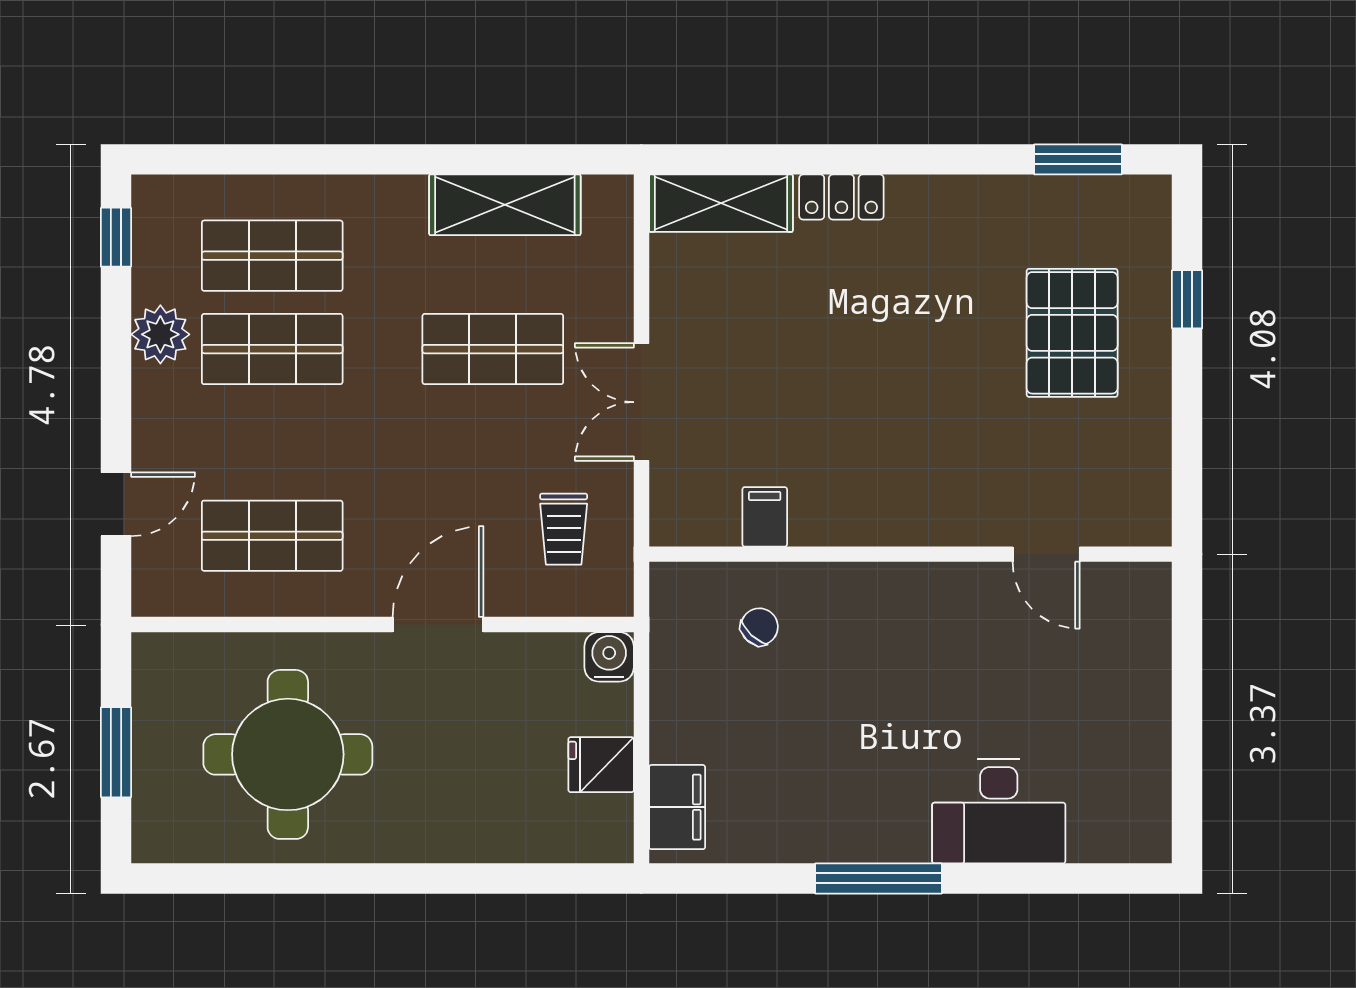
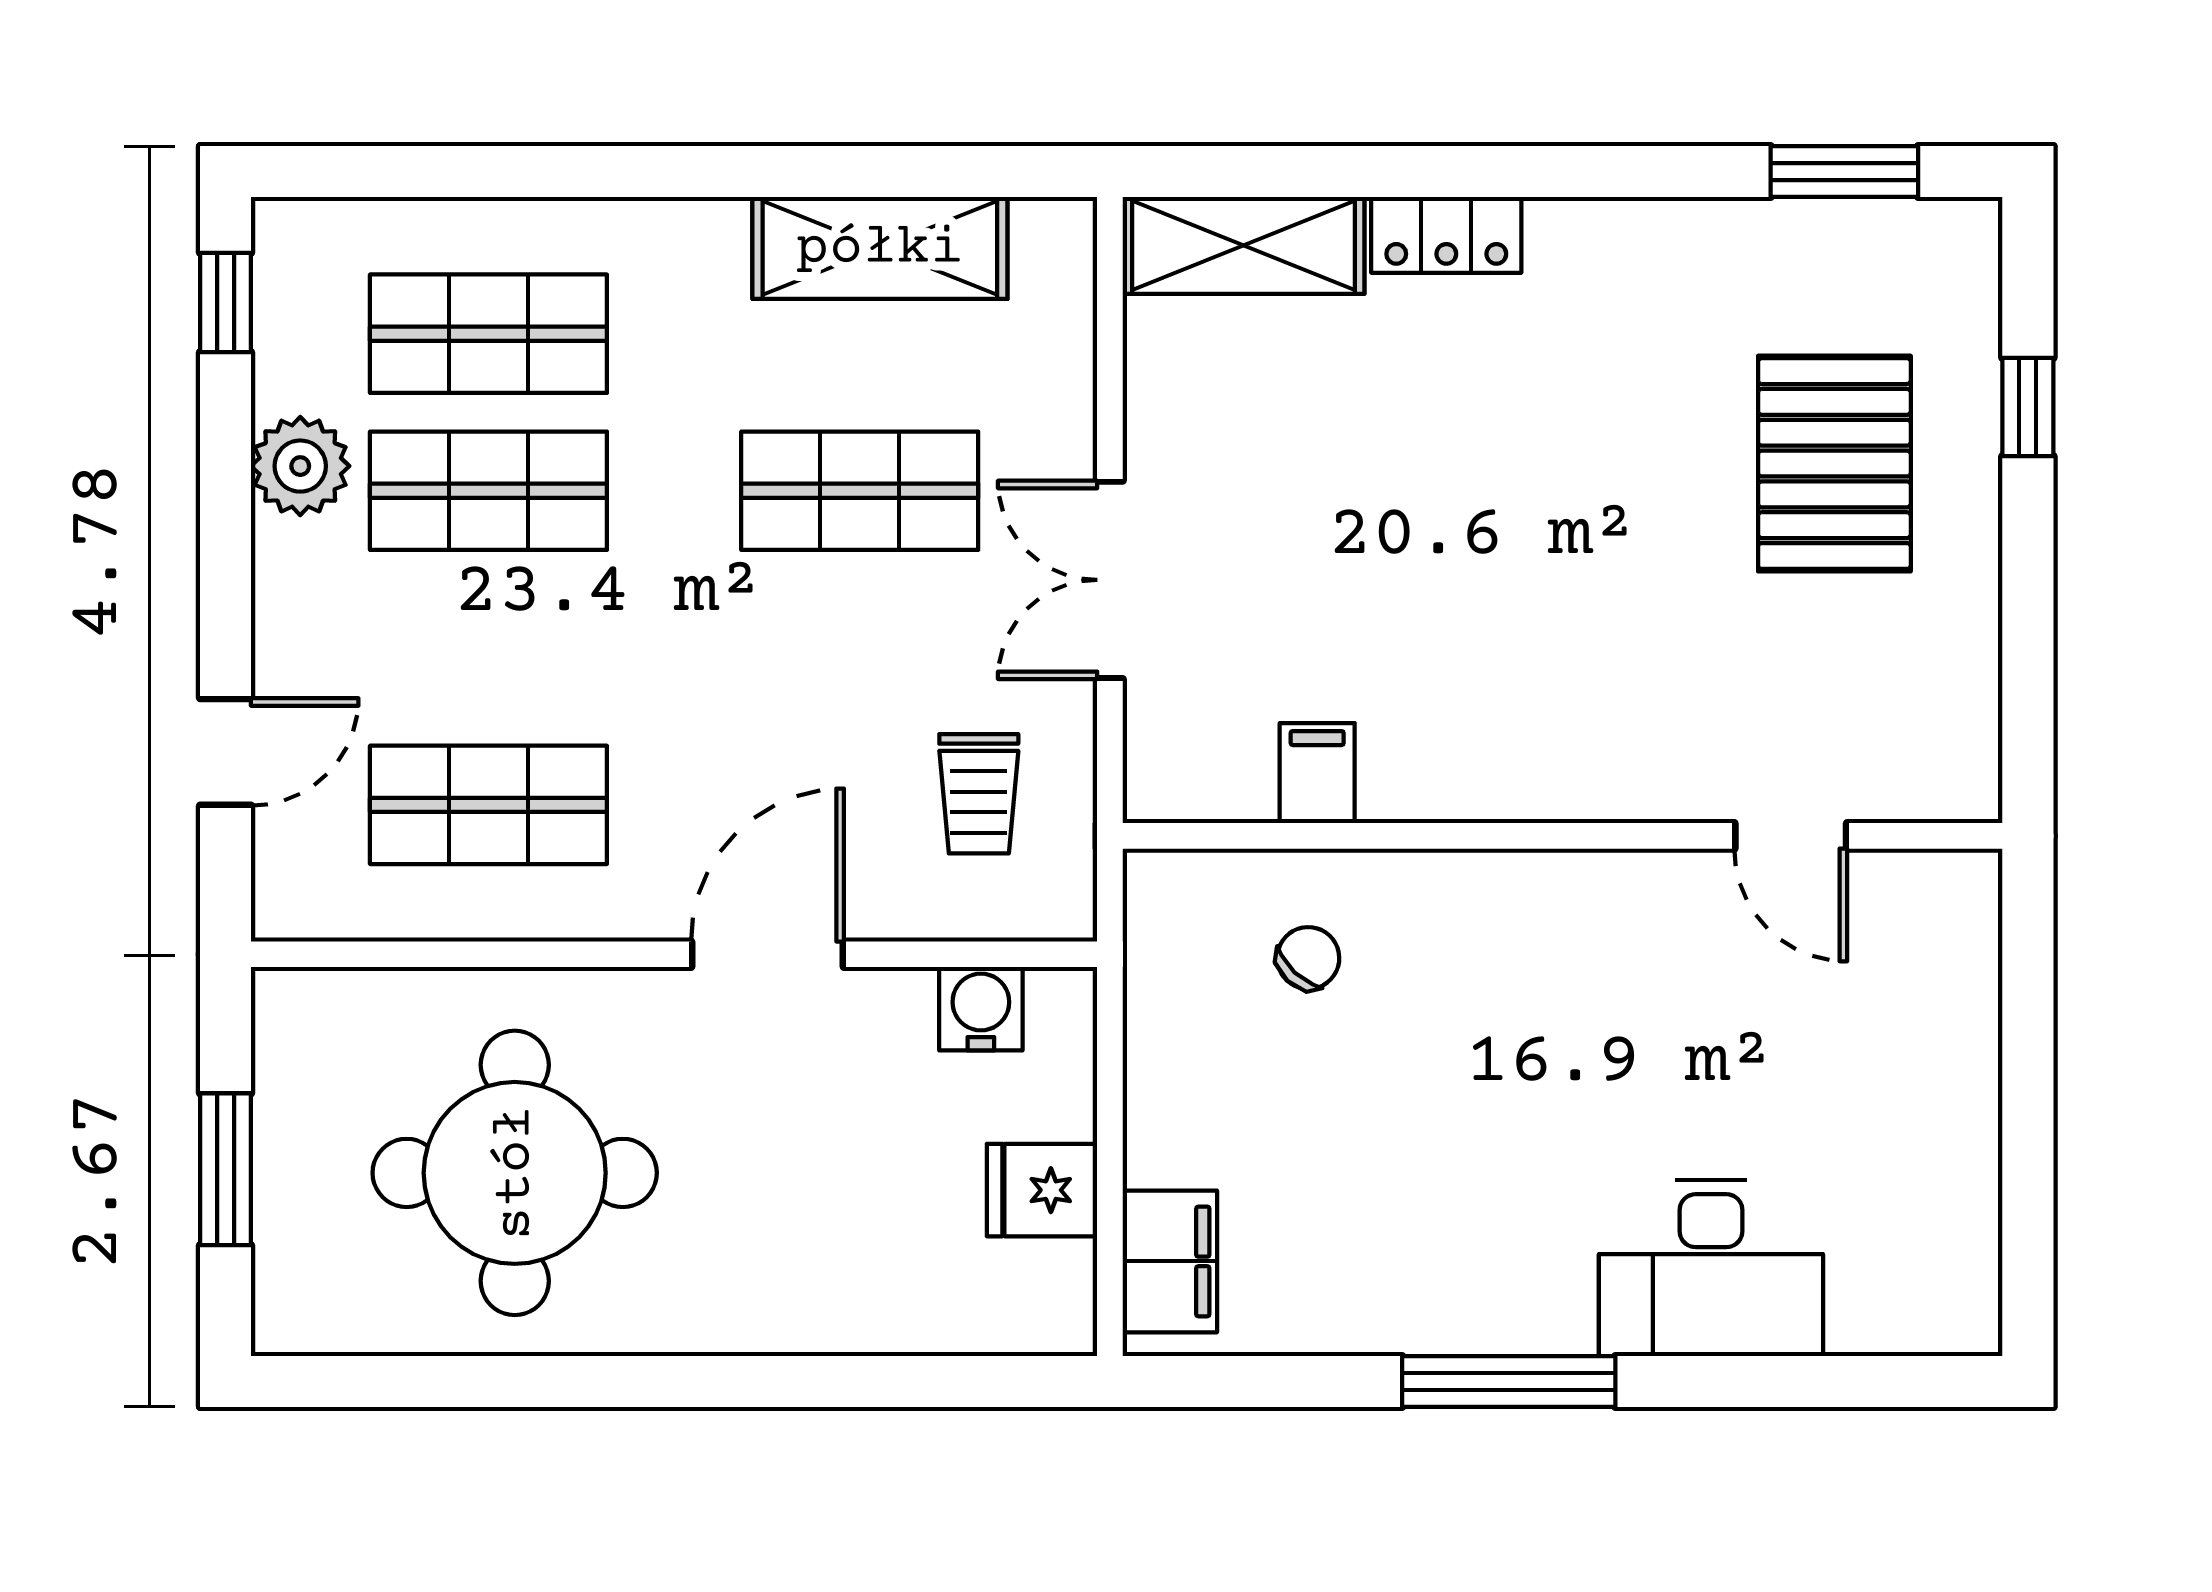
water cooler: (609, 657) -> (981, 1009), moved

